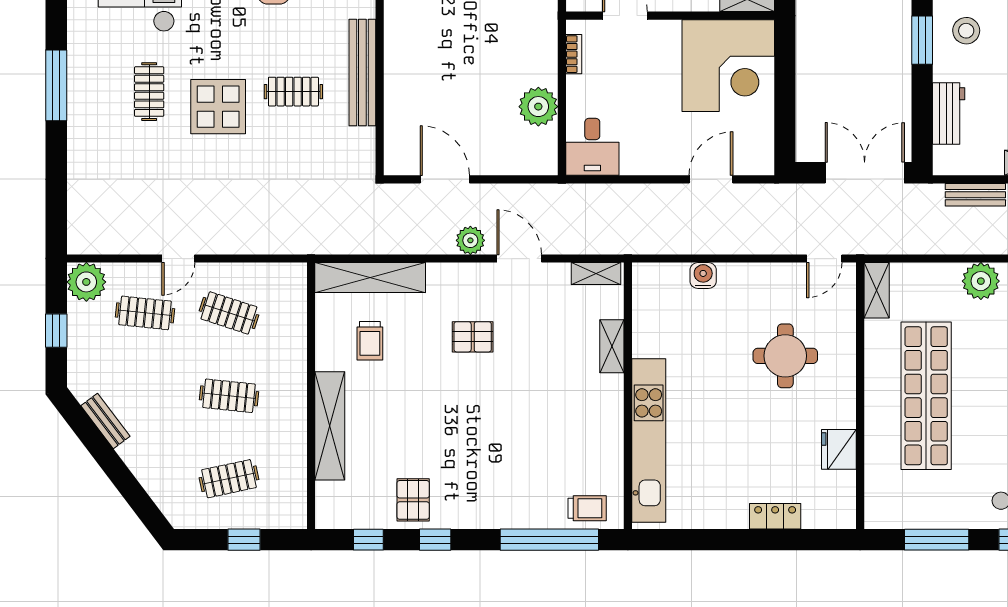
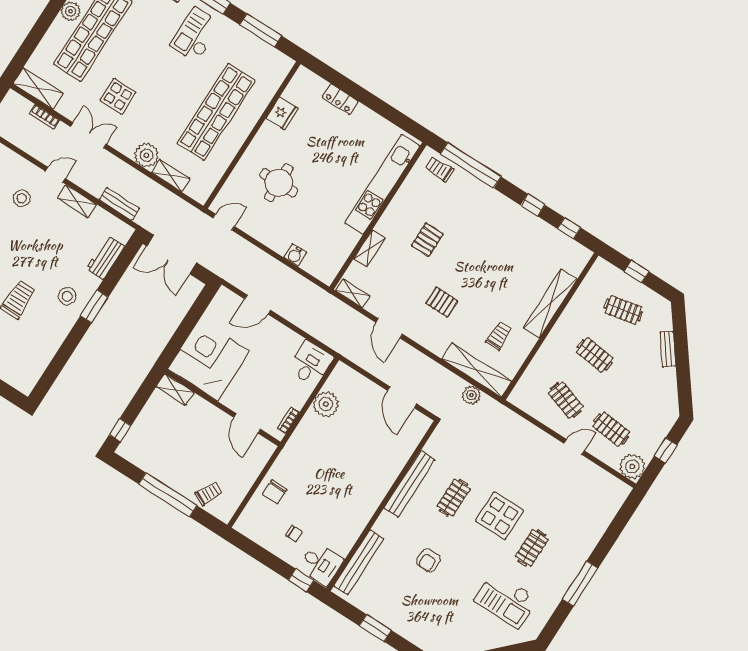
clothes rail: (293, 92) -> (454, 498), turned 90
plant: (470, 240) -> (471, 395), moved
shelving: (877, 290) -> (171, 175), moved, turned 90
bench: (105, 421) -> (668, 349), moved
pallet: (413, 500) -> (427, 240), moved

